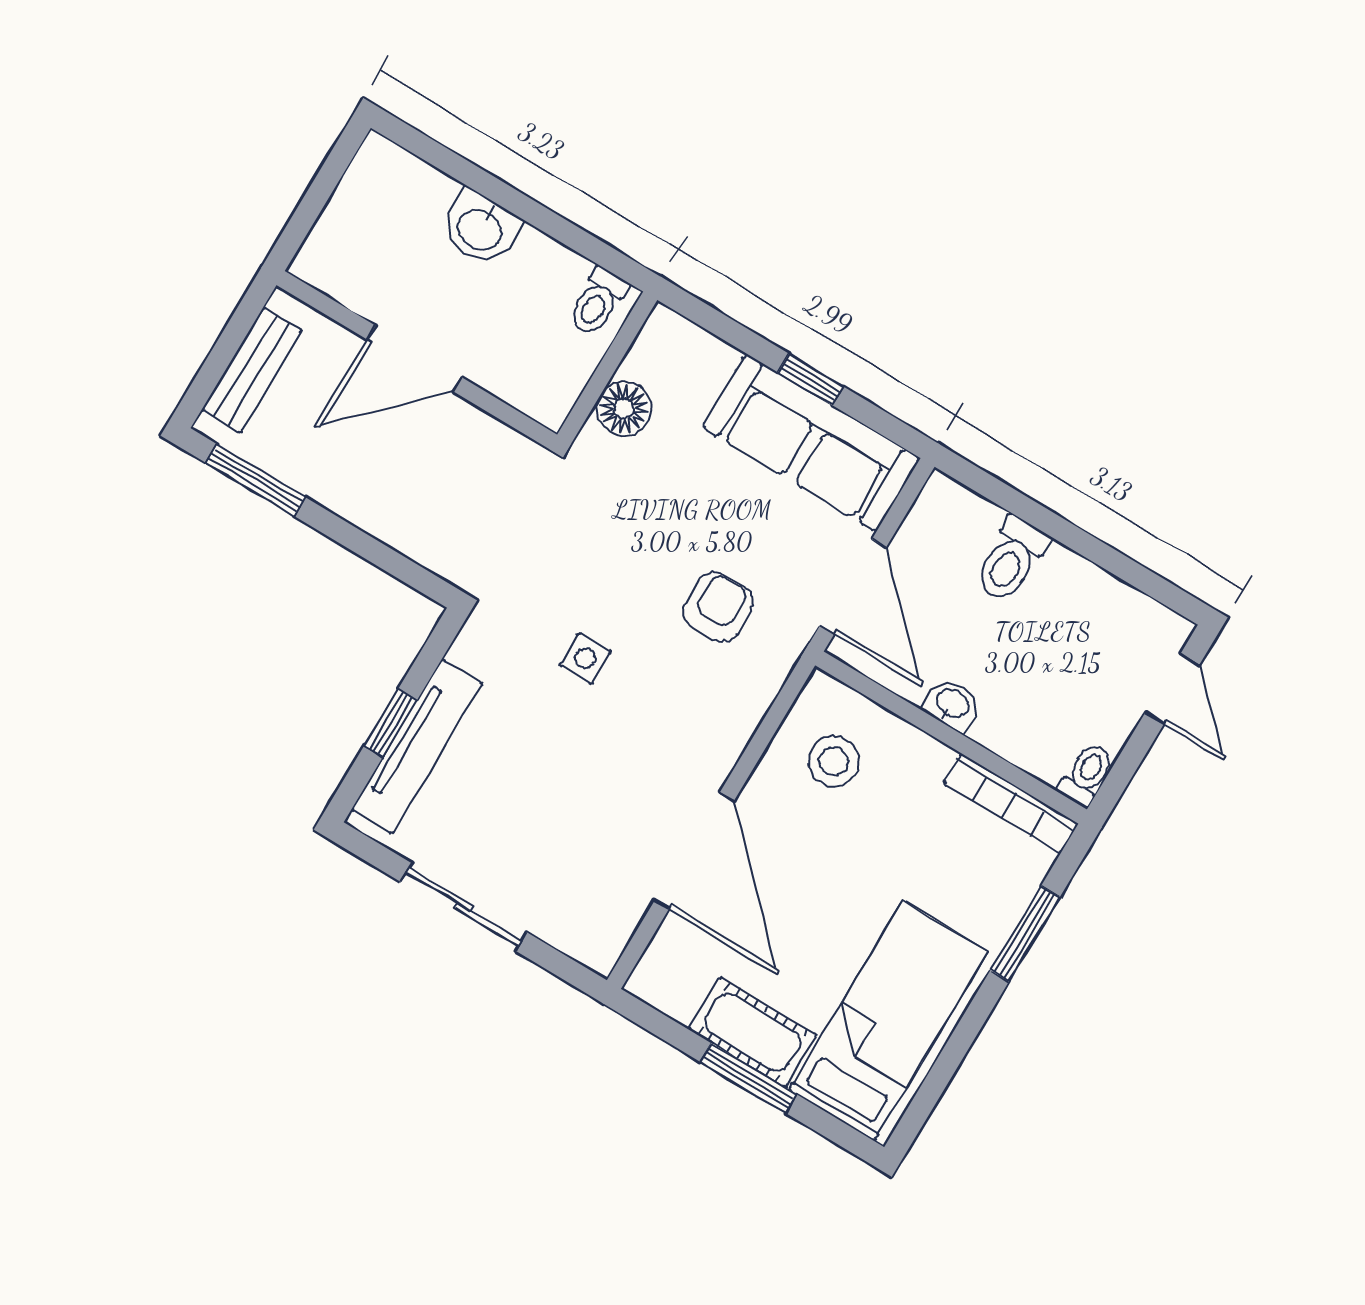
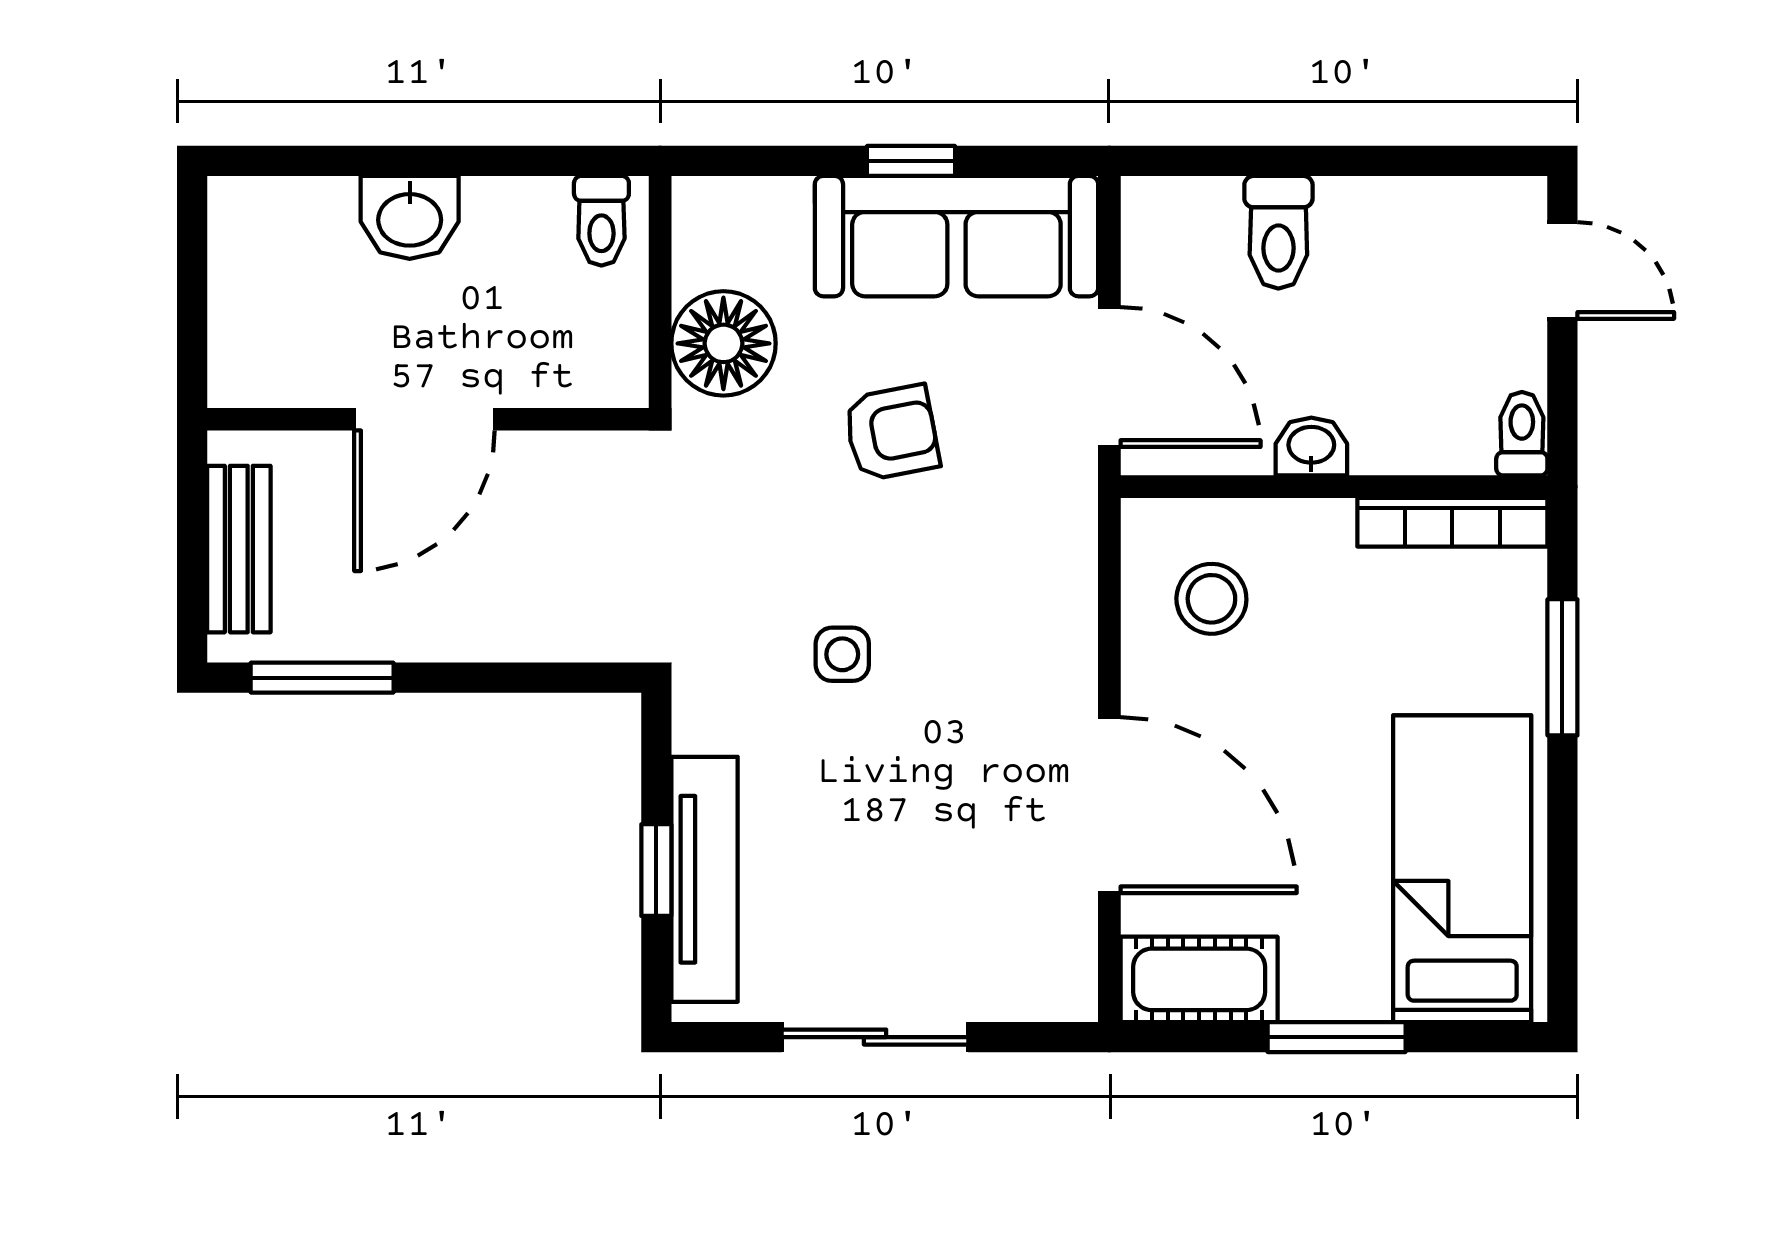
floor lamp: (624, 409) -> (723, 343), width x1.38, depth x1.38
armchair: (718, 607) -> (892, 433), moved, turned 80
cot: (753, 1032) -> (1199, 979), moved

